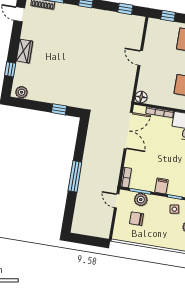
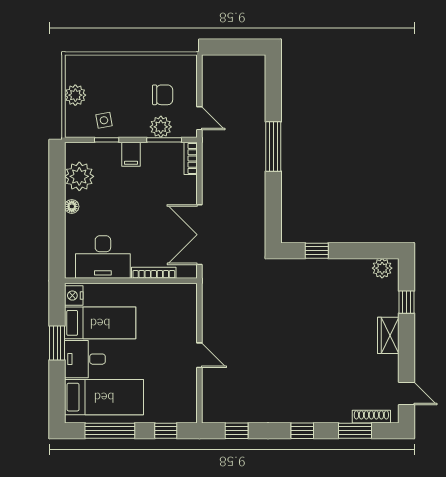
floor lamp: (141, 97) -> (188, 293), removed

